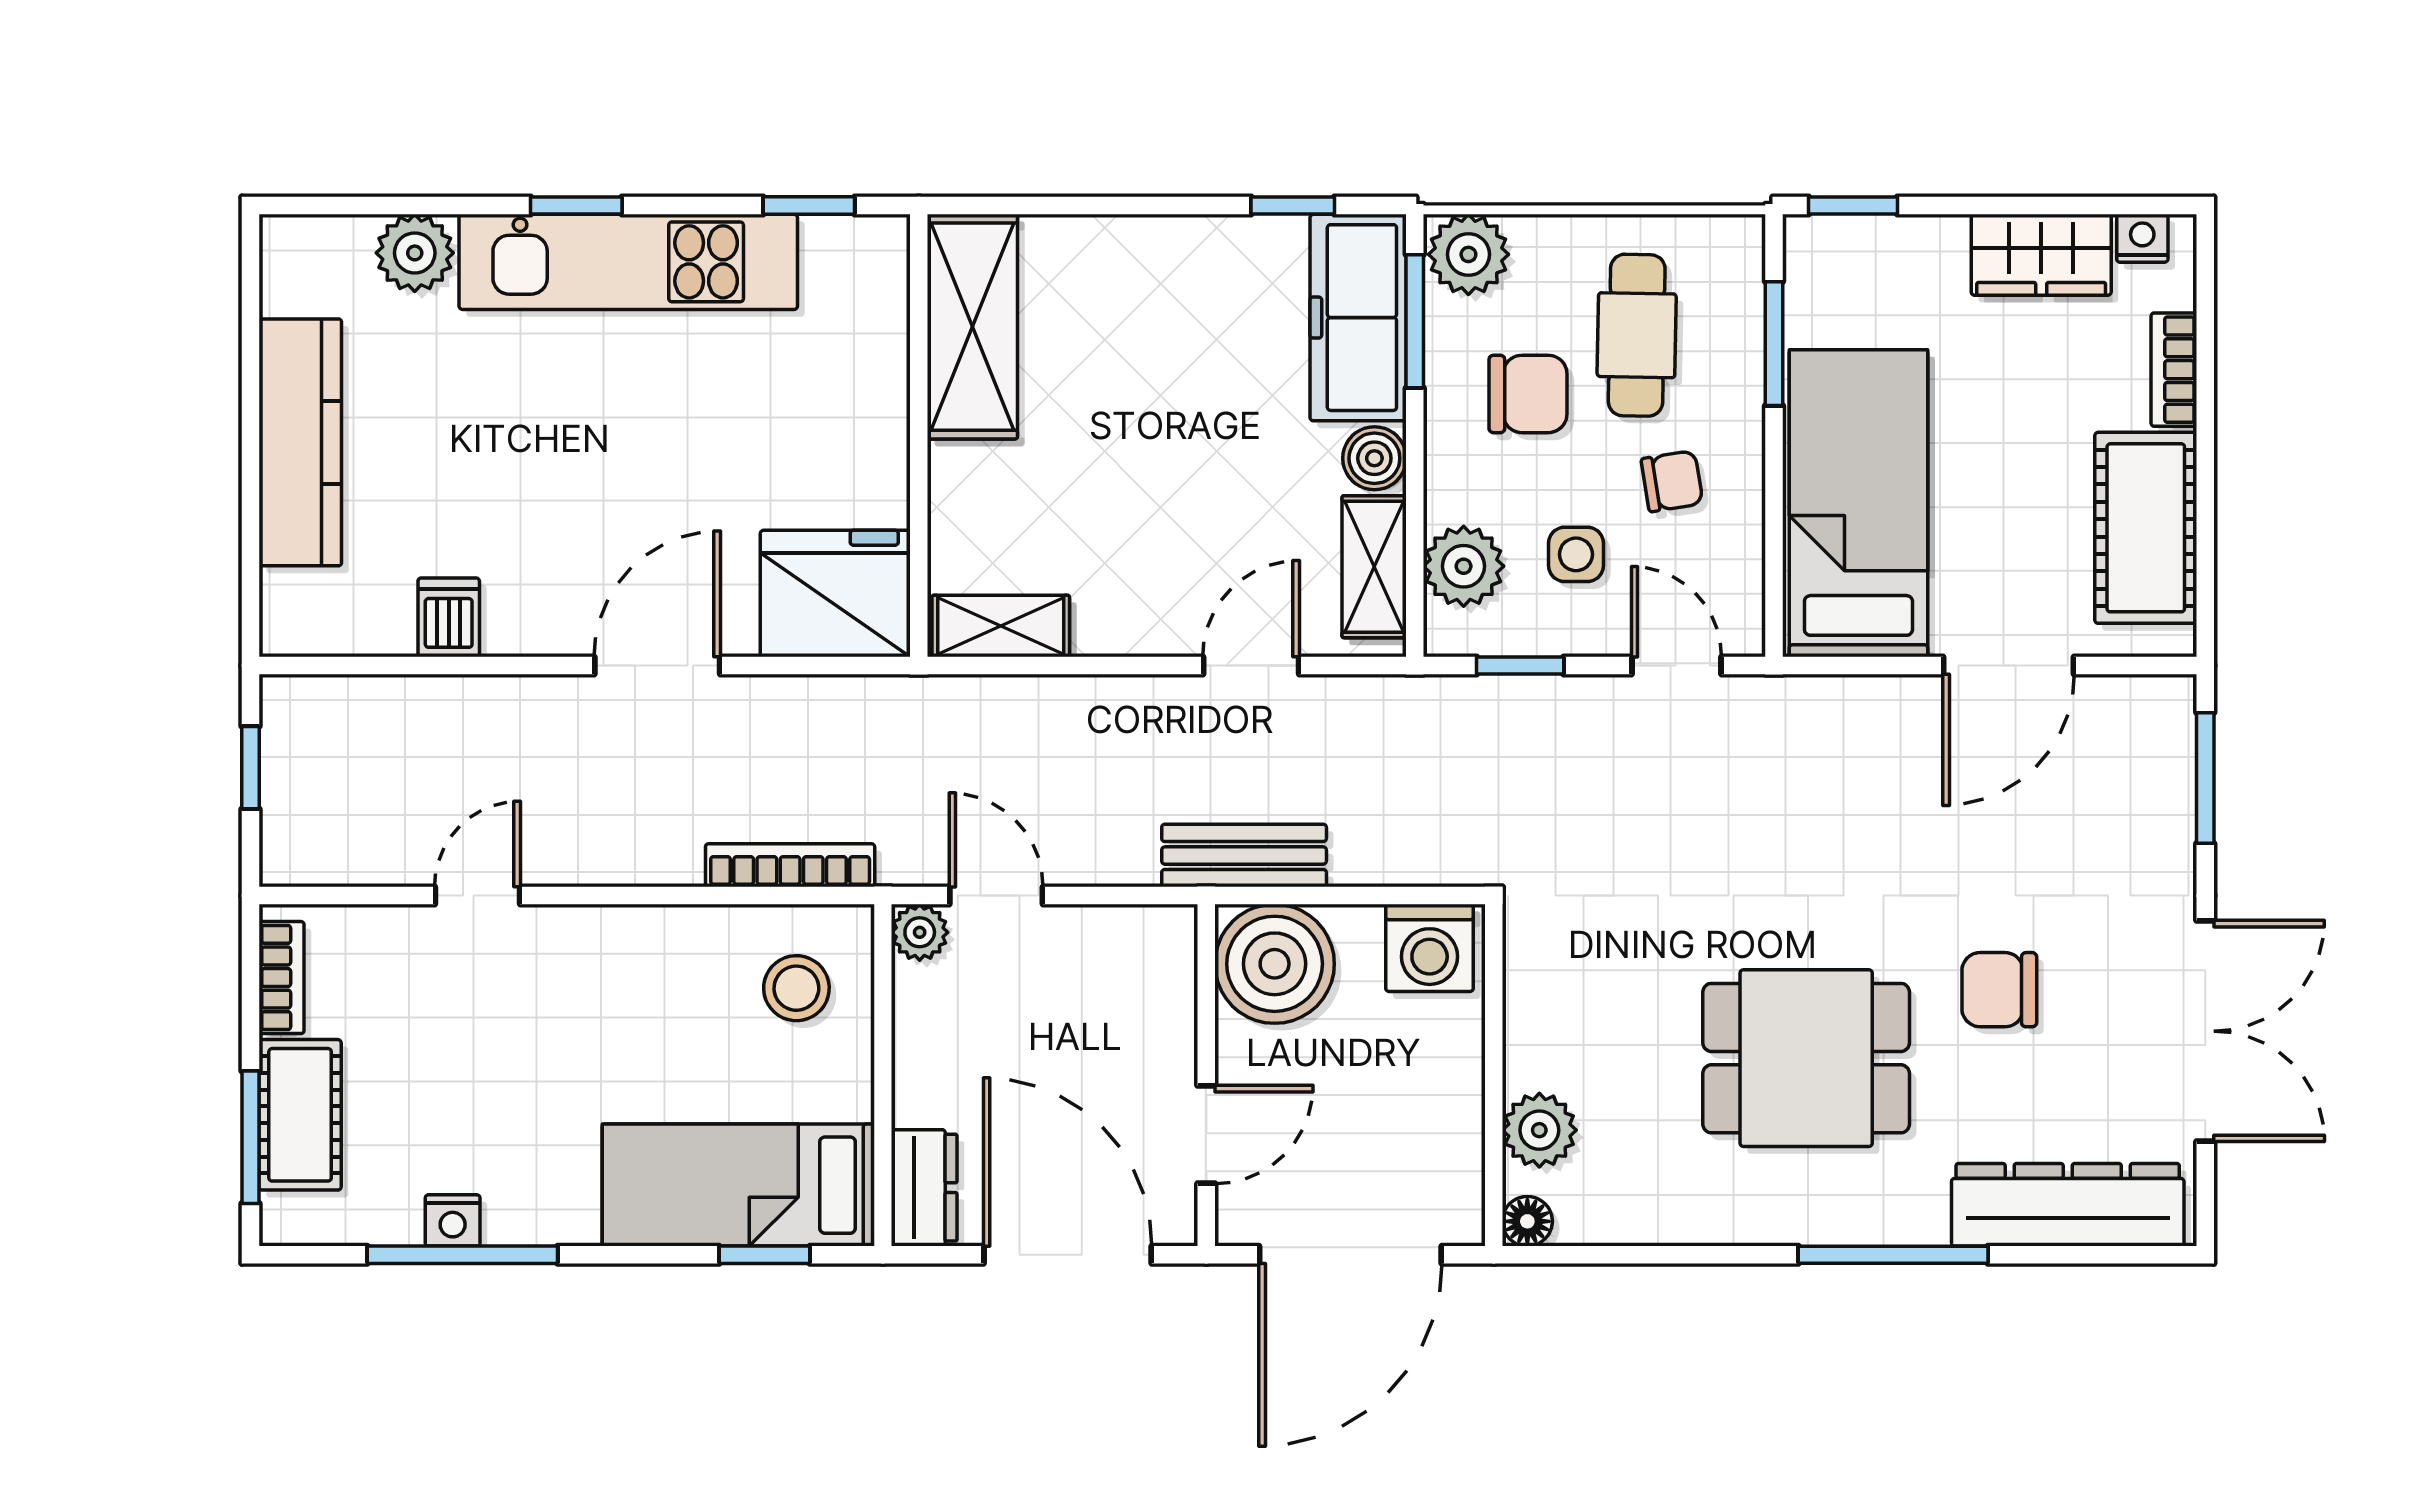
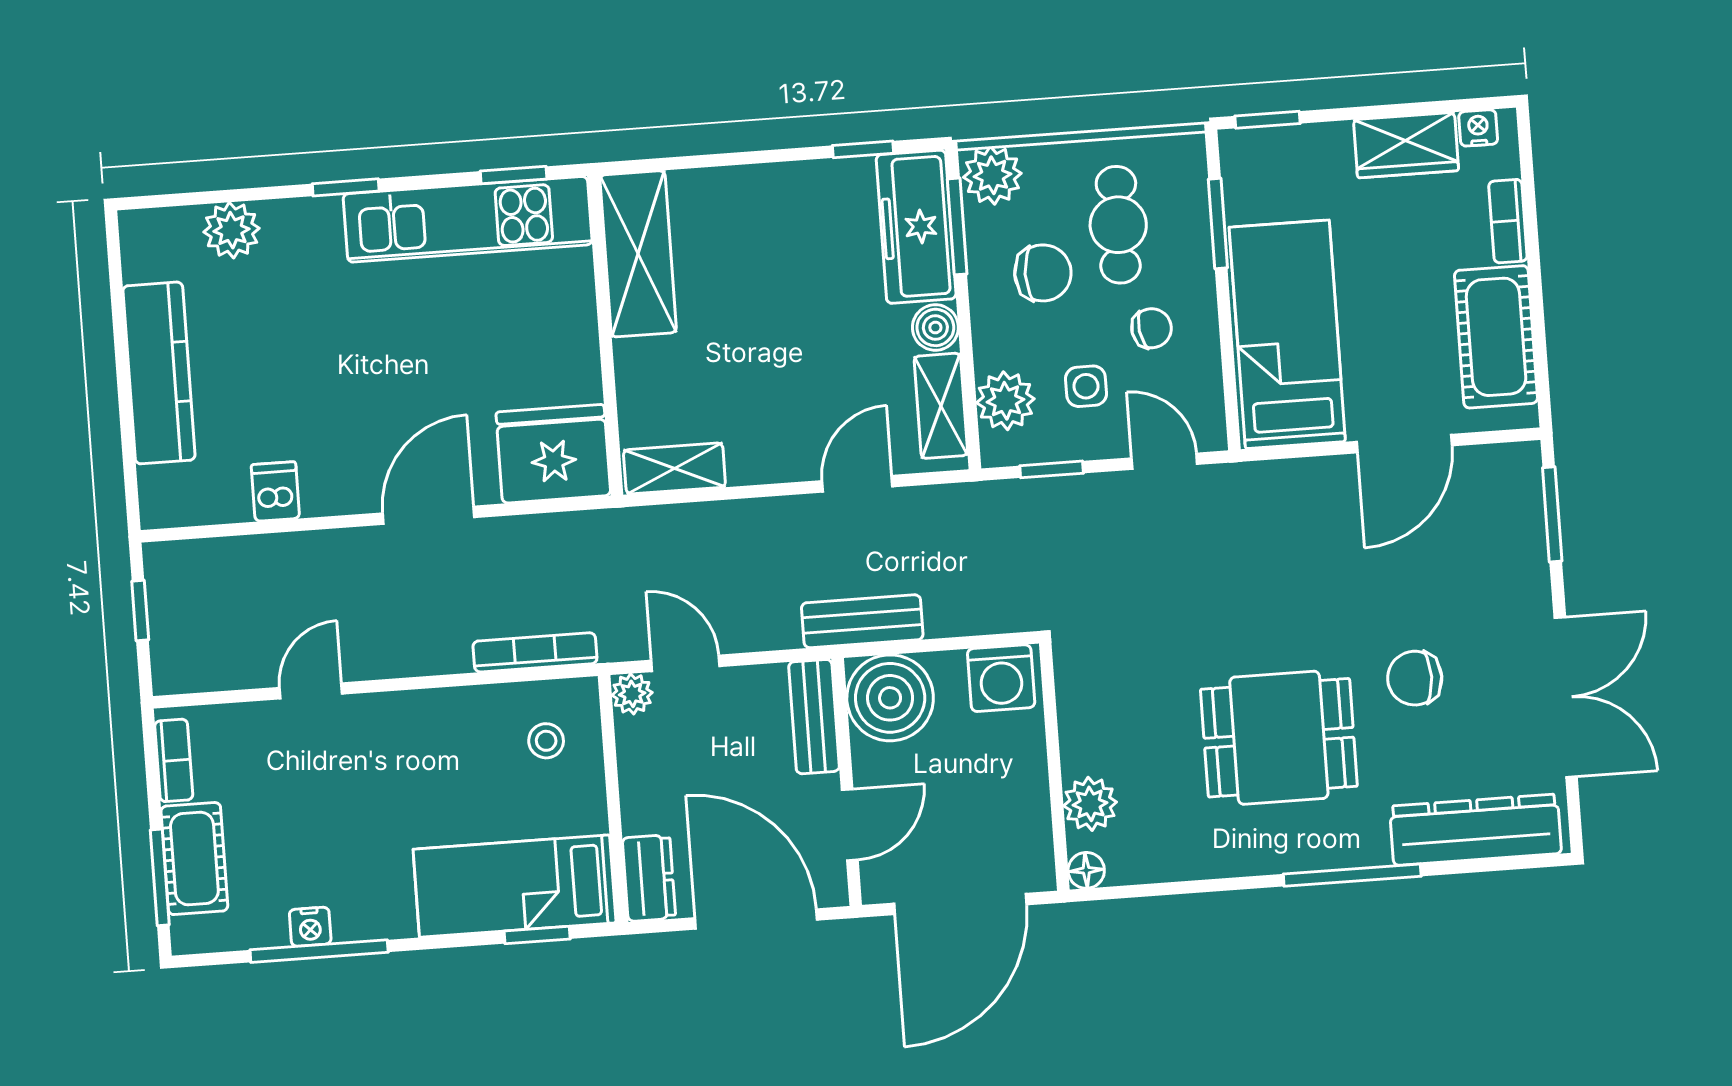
kitchen unit: (628, 262) -> (468, 219), moved
bench: (1168, 982) -> (814, 717), added
stool: (796, 988) -> (546, 741), width x0.73, depth x0.73

